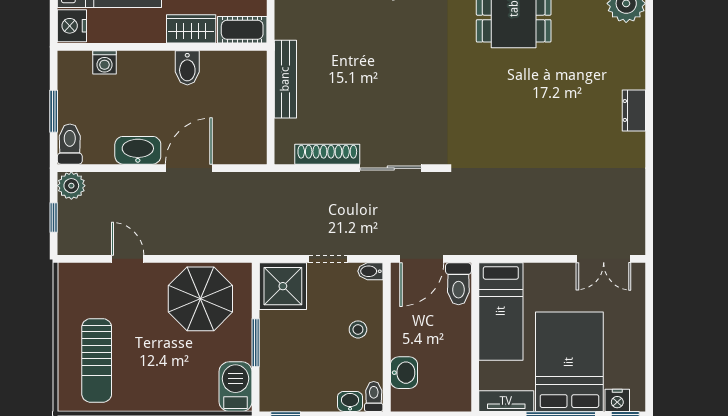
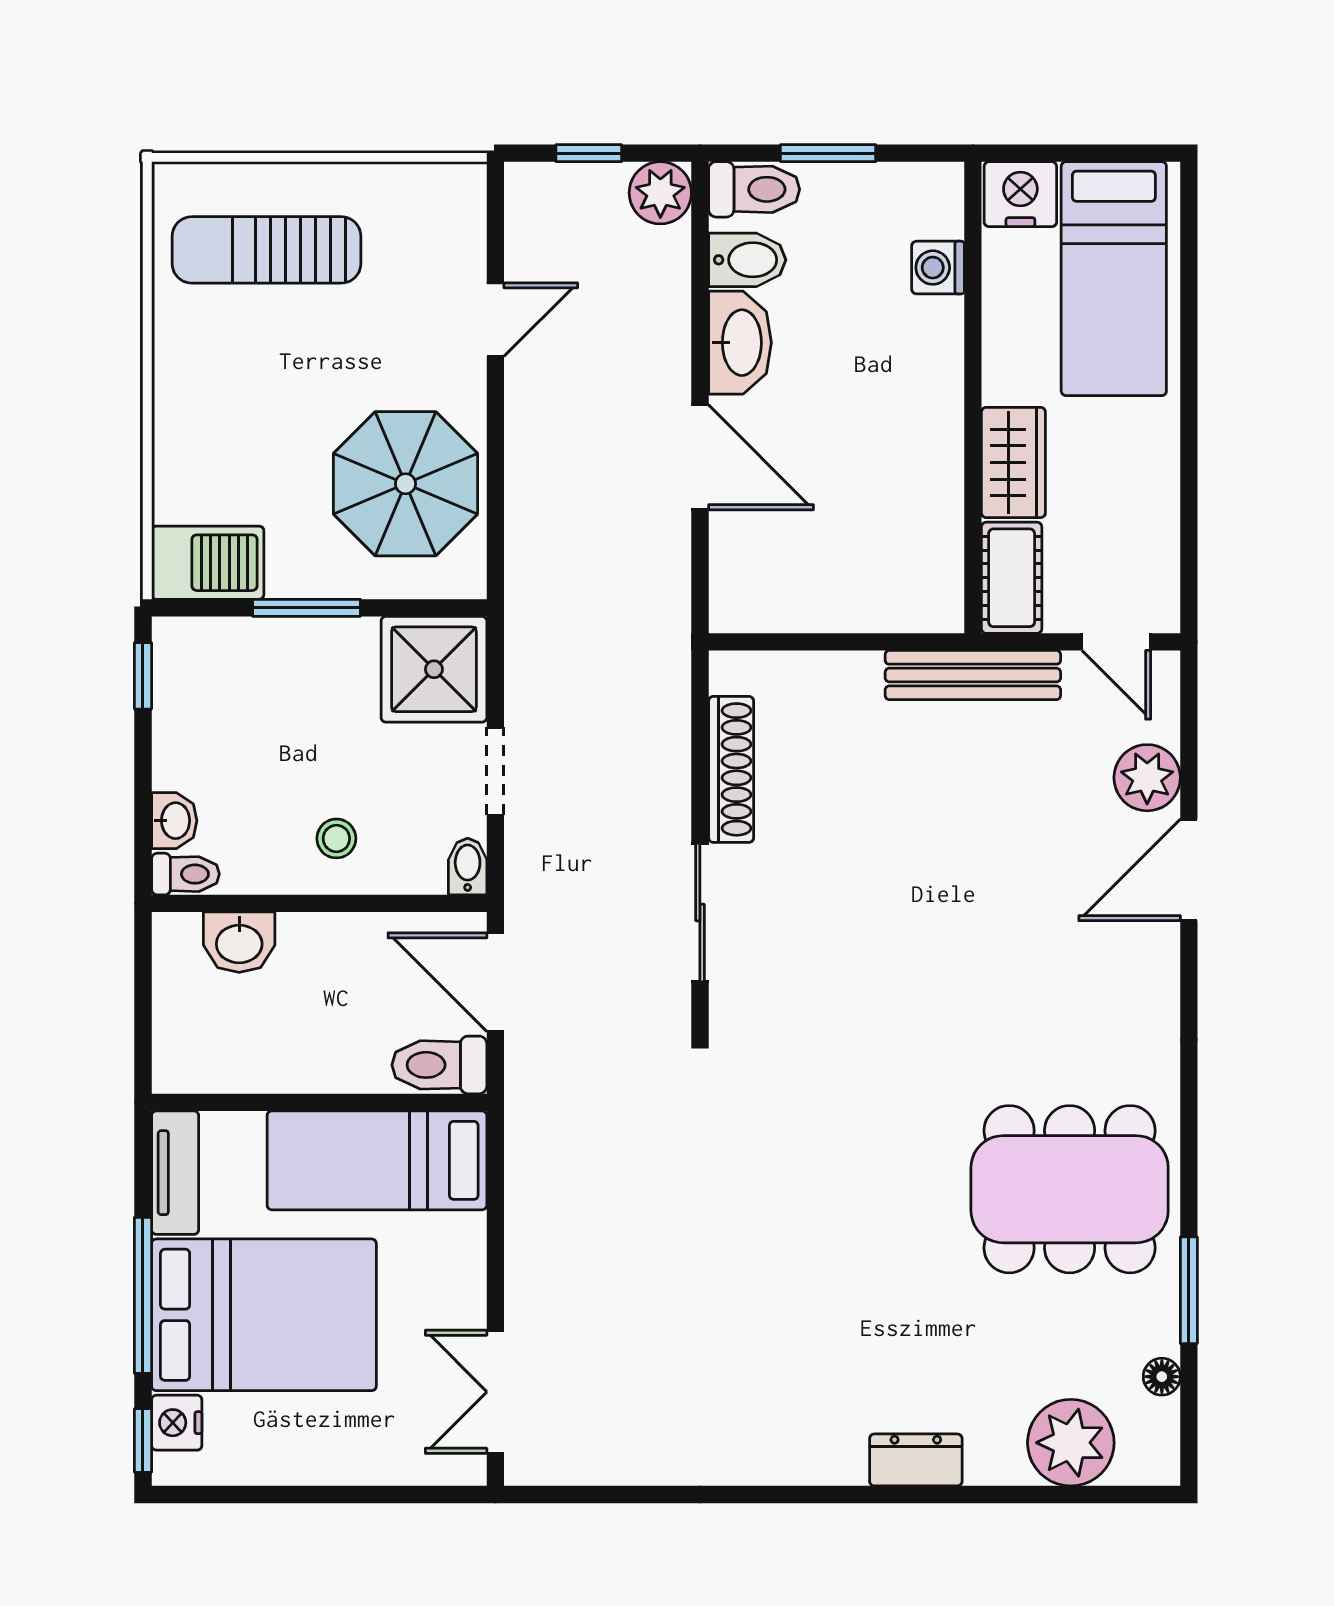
bidet: (187, 68) -> (747, 260), moved, turned 180
bench: (285, 79) -> (973, 675), moved
dresser: (634, 110) -> (916, 1460), moved

